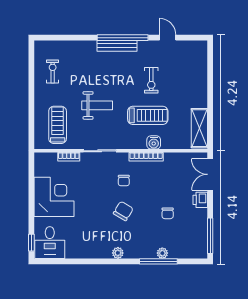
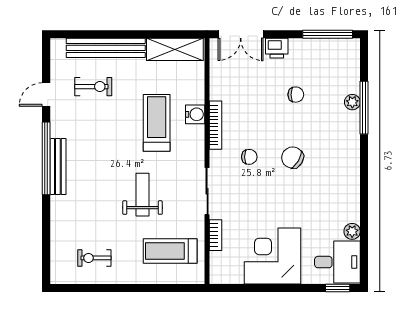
exercise bike: (151, 80) -> (93, 87), moved
bench: (200, 80) -> (106, 48), added
plant: (118, 253) -> (352, 231), moved

